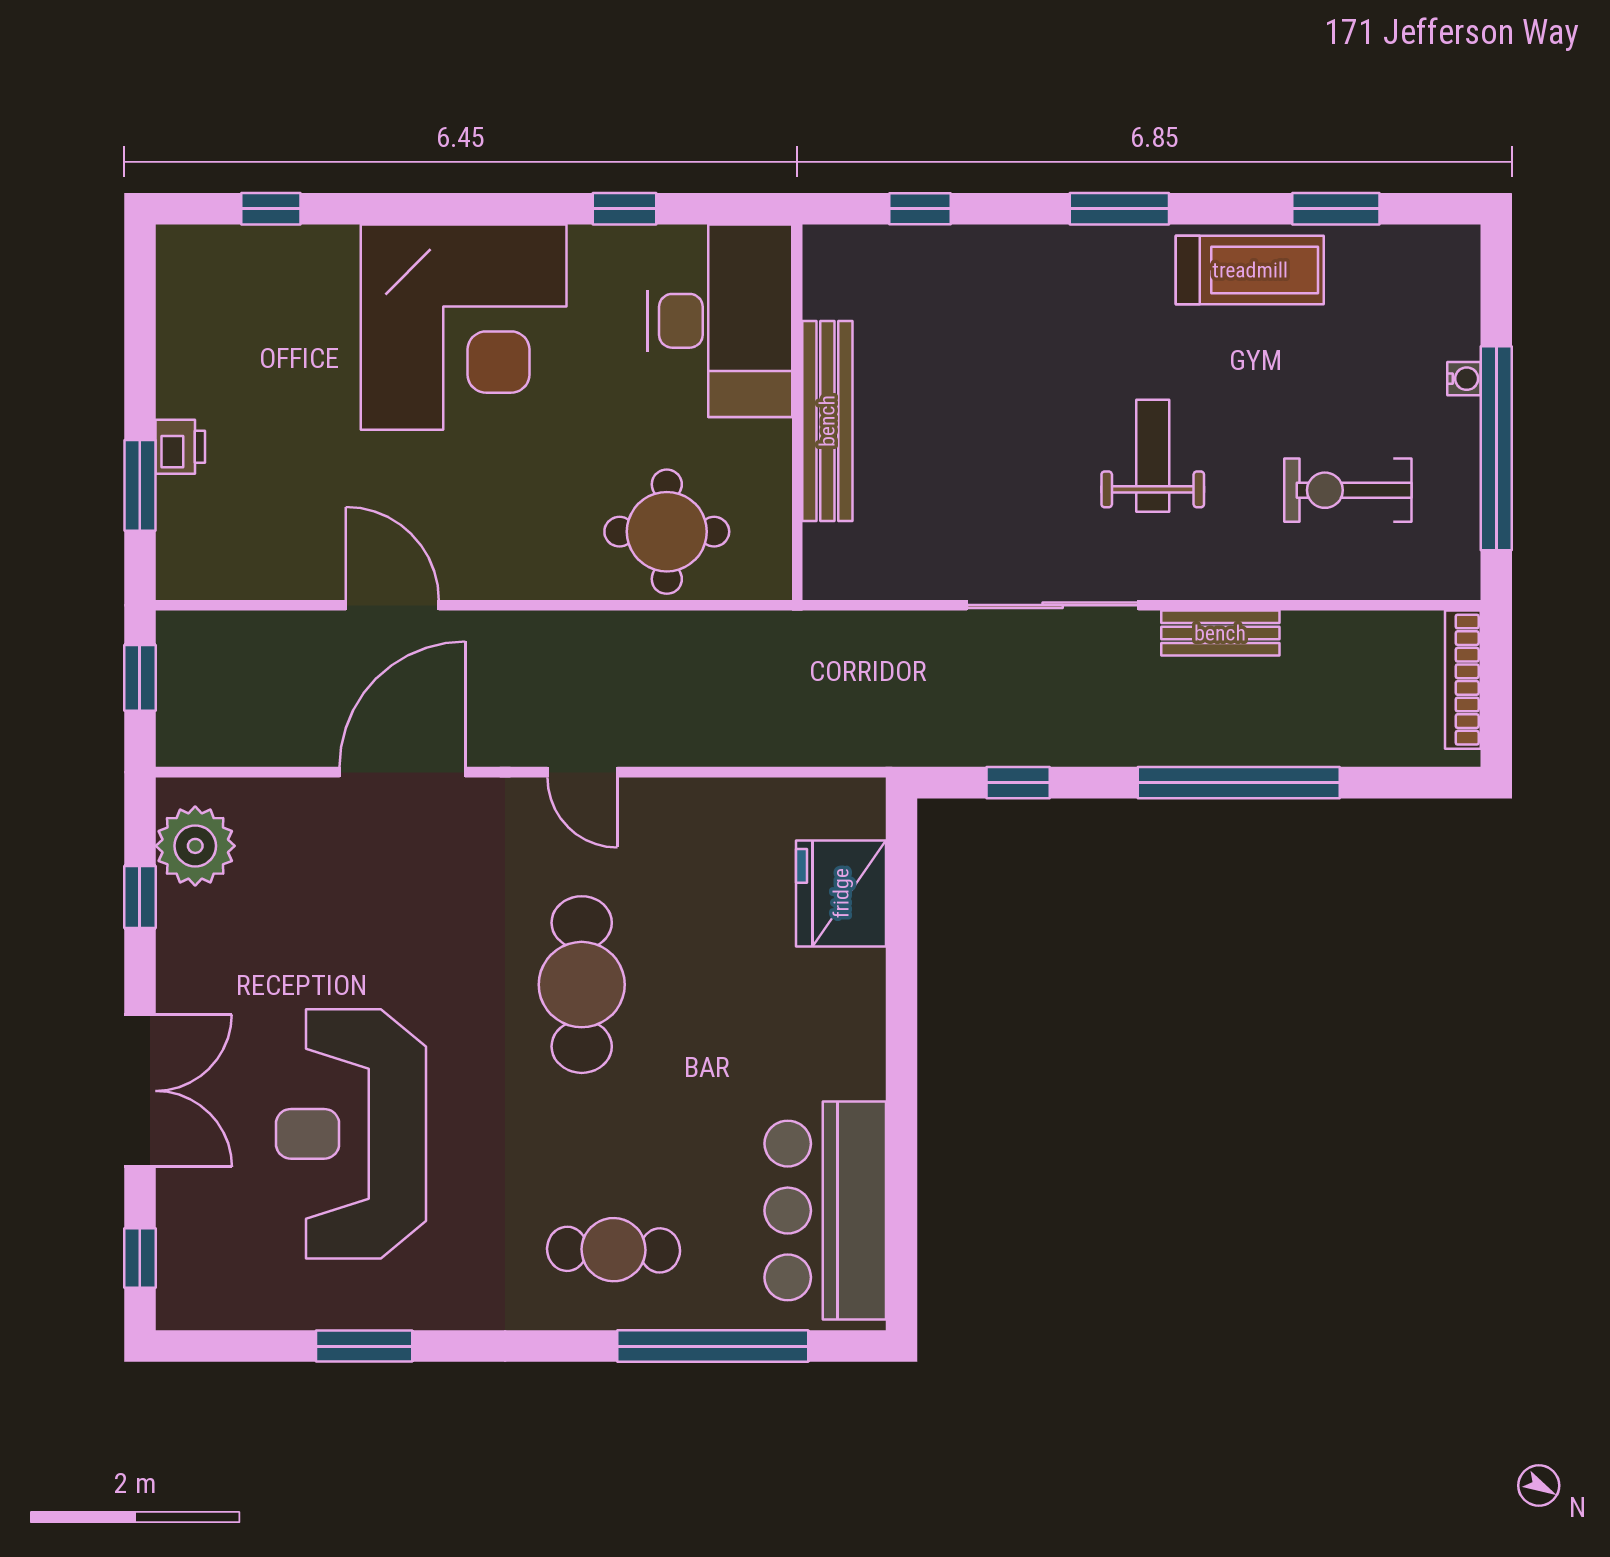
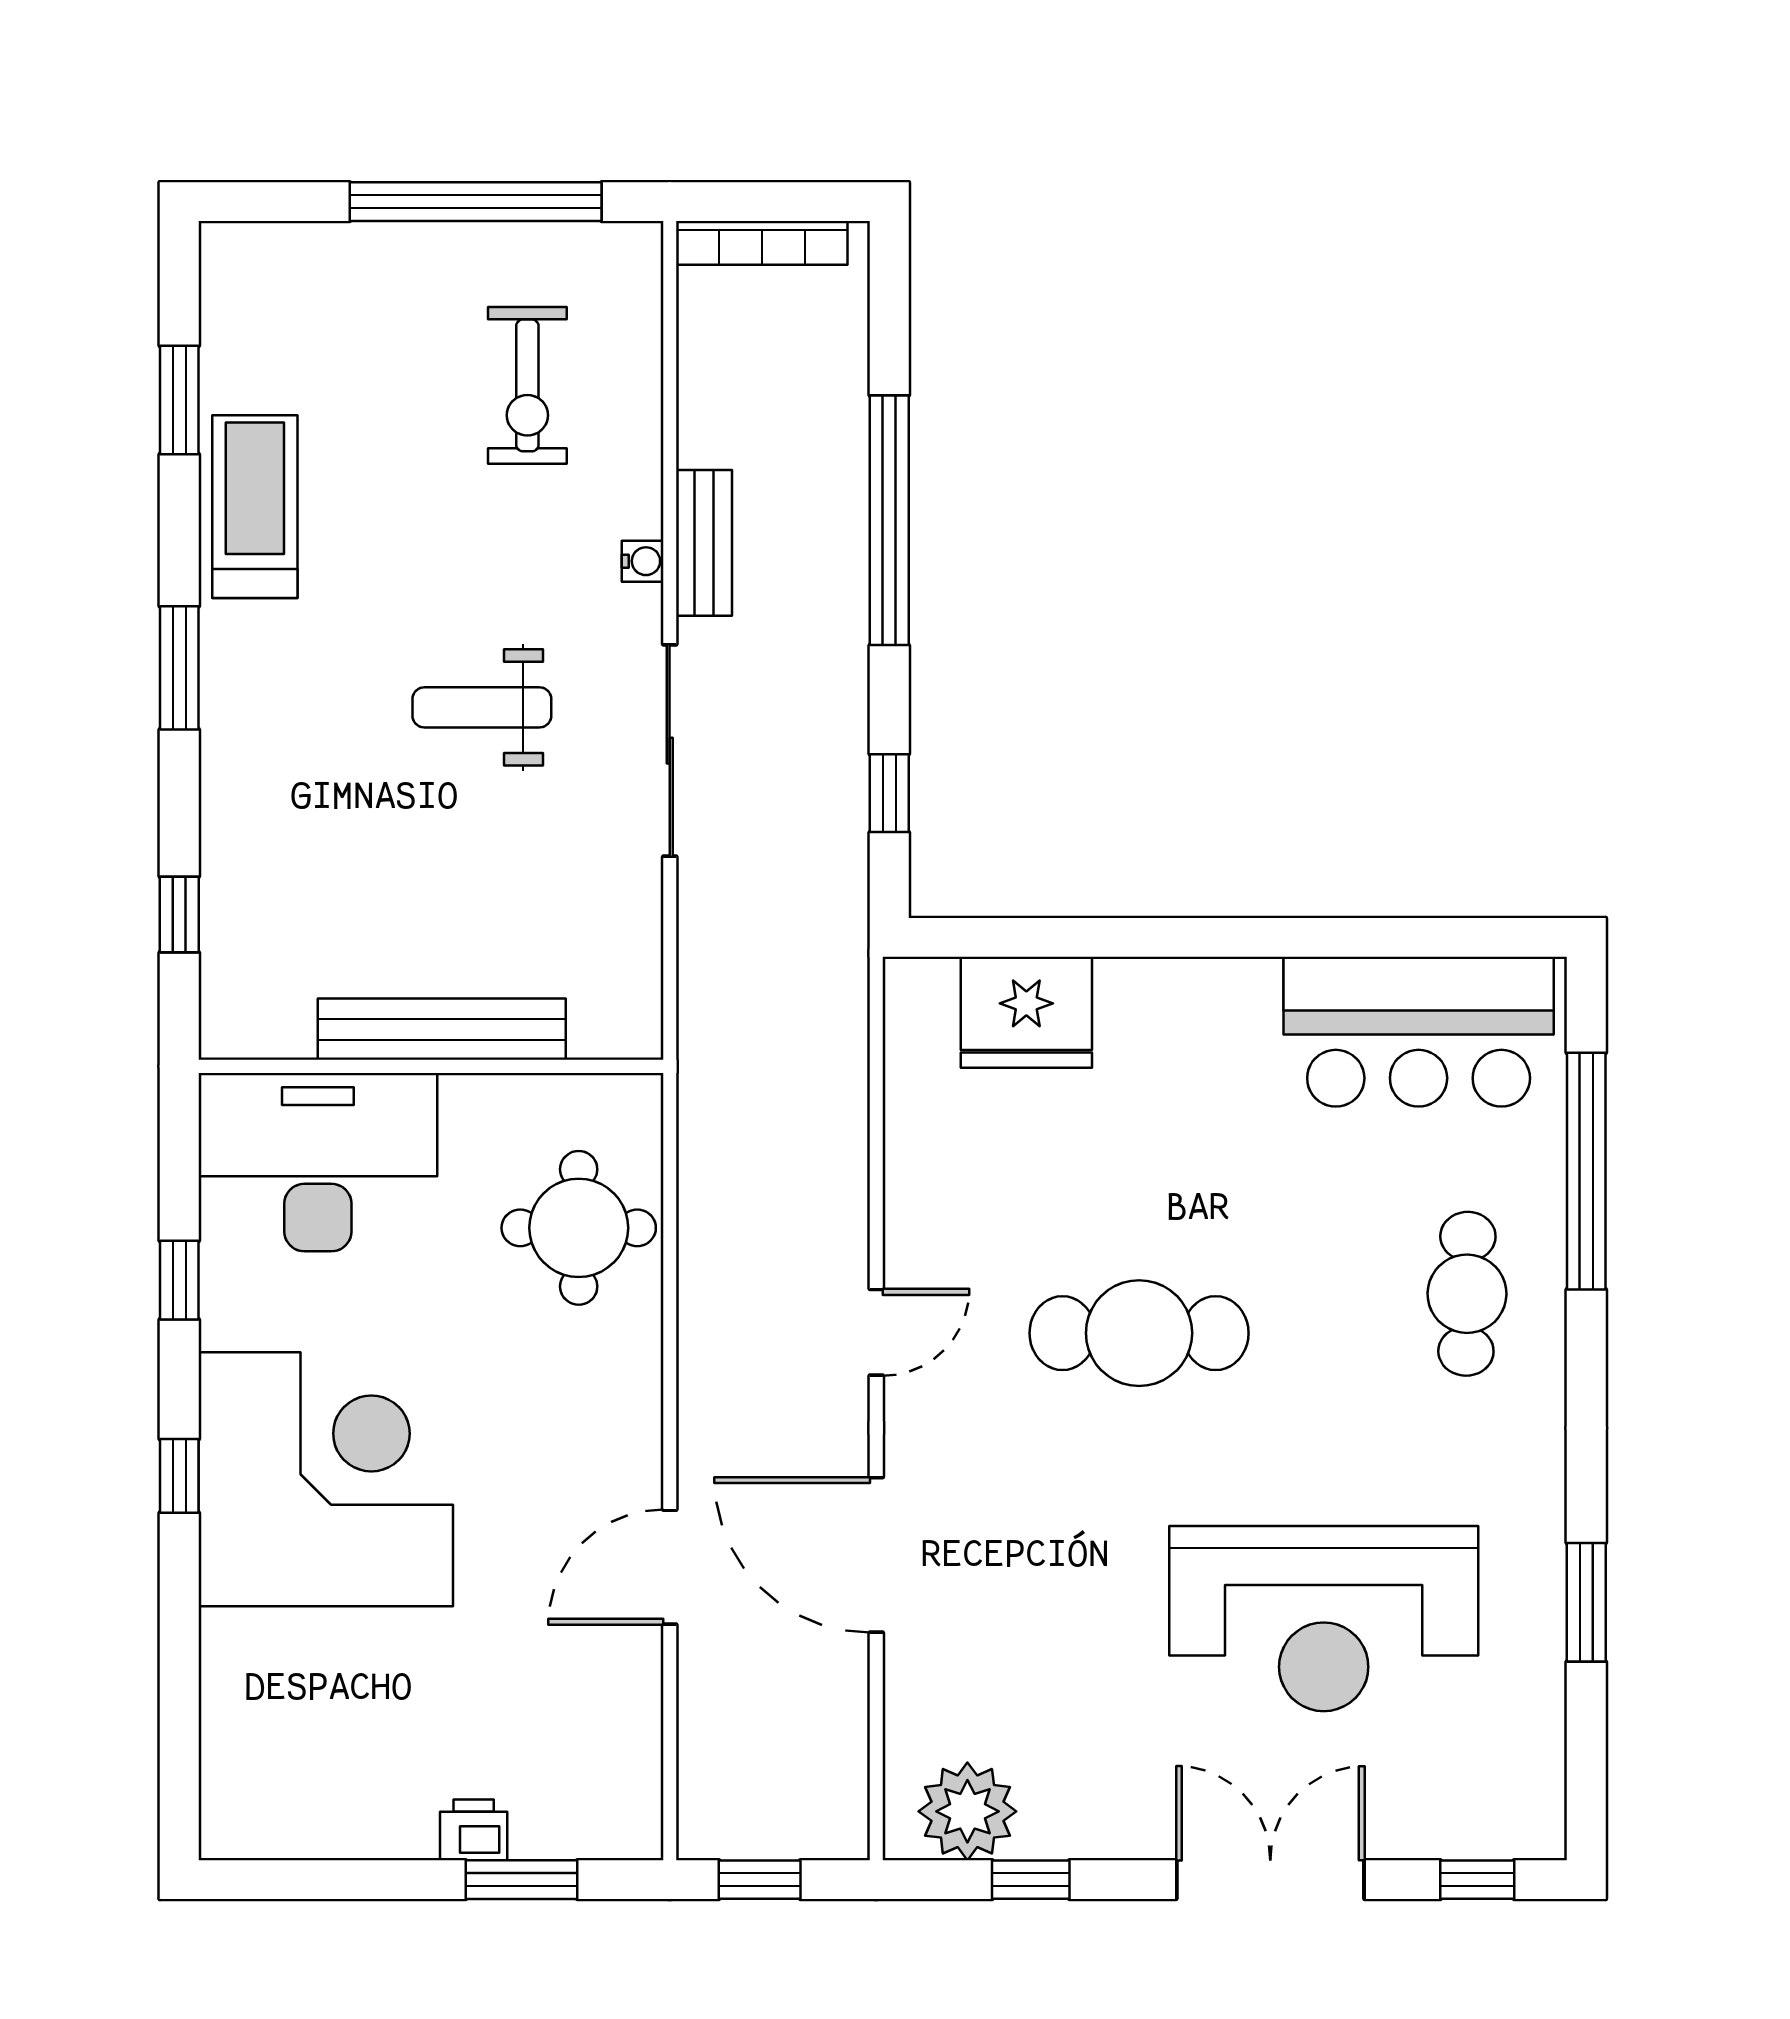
window: (271, 209) -> (179, 1476), moved
water cooler: (1464, 379) -> (643, 561), moved, turned 90
weight bench: (1153, 456) -> (482, 707), moved

